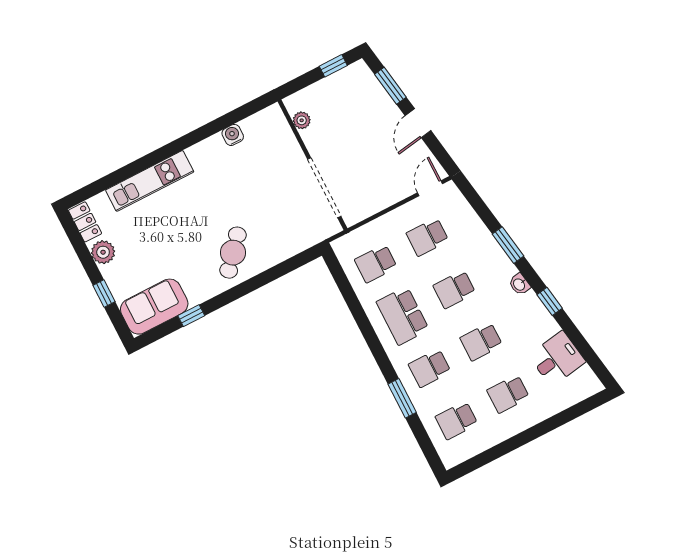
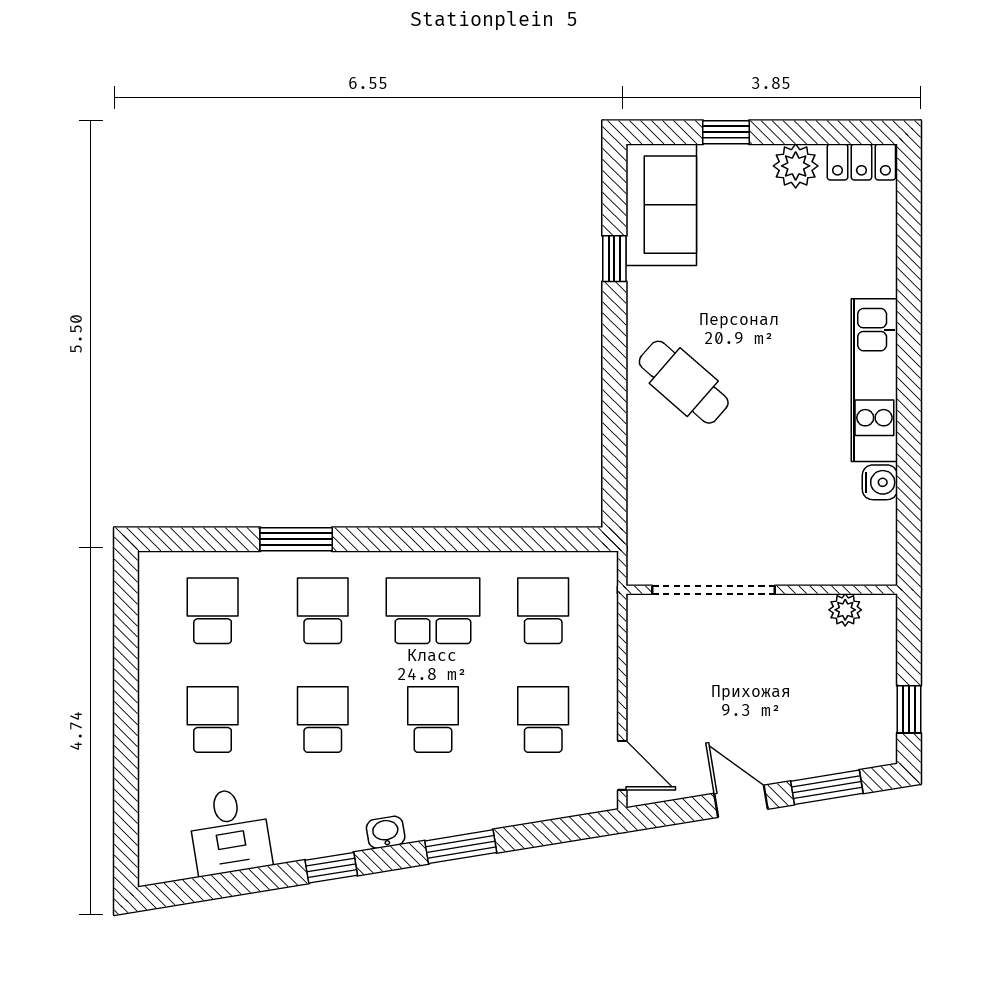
kitchen unit: (150, 181) -> (874, 380), moved

